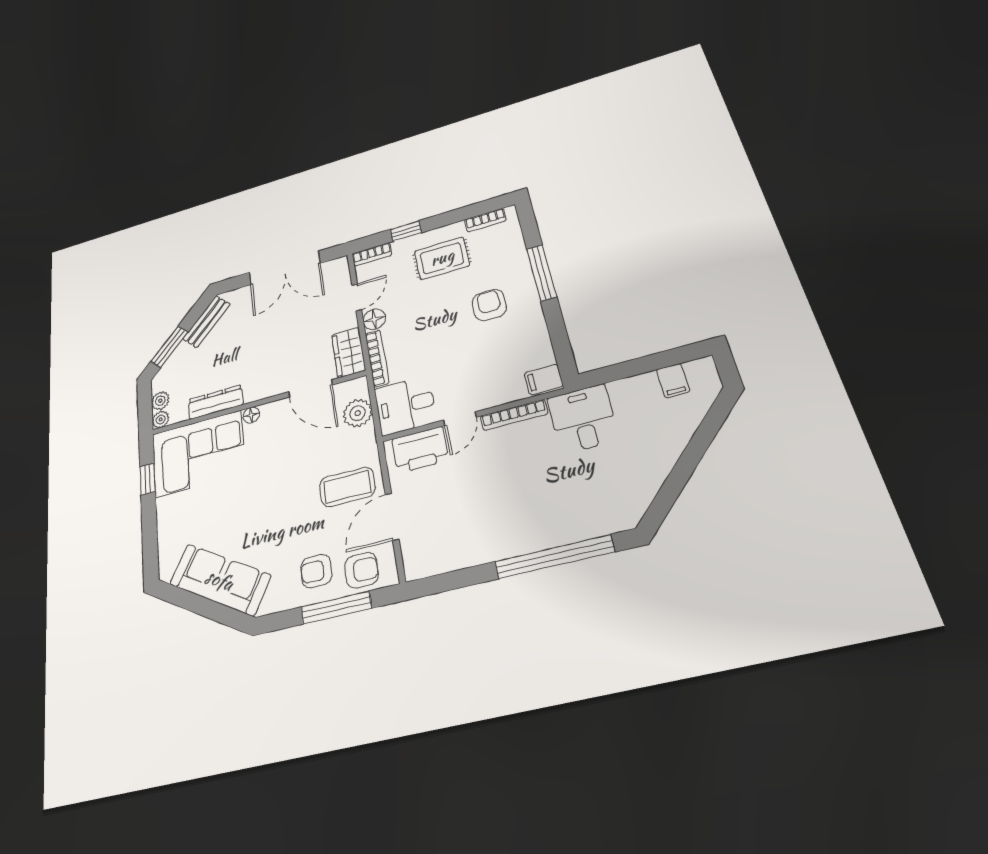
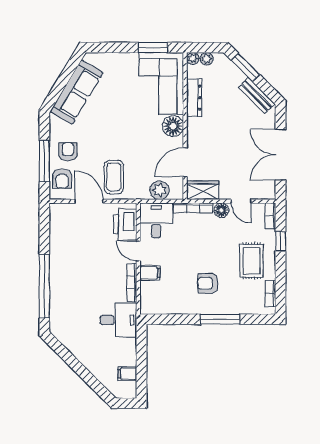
armchair: (489, 305) -> (208, 283), turned 180
filing cabinet: (544, 379) -> (150, 273), moved, turned 90
floor lamp: (251, 415) -> (173, 126), width x1.89, depth x1.89
window: (148, 479) -> (153, 48), width x1.50

